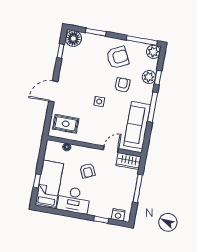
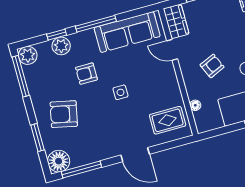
window: (61, 51) -> (81, 169), width x2.17
armchair: (118, 57) -> (64, 114), moved, turned -51
rug: (66, 124) -> (168, 120), turned 90

